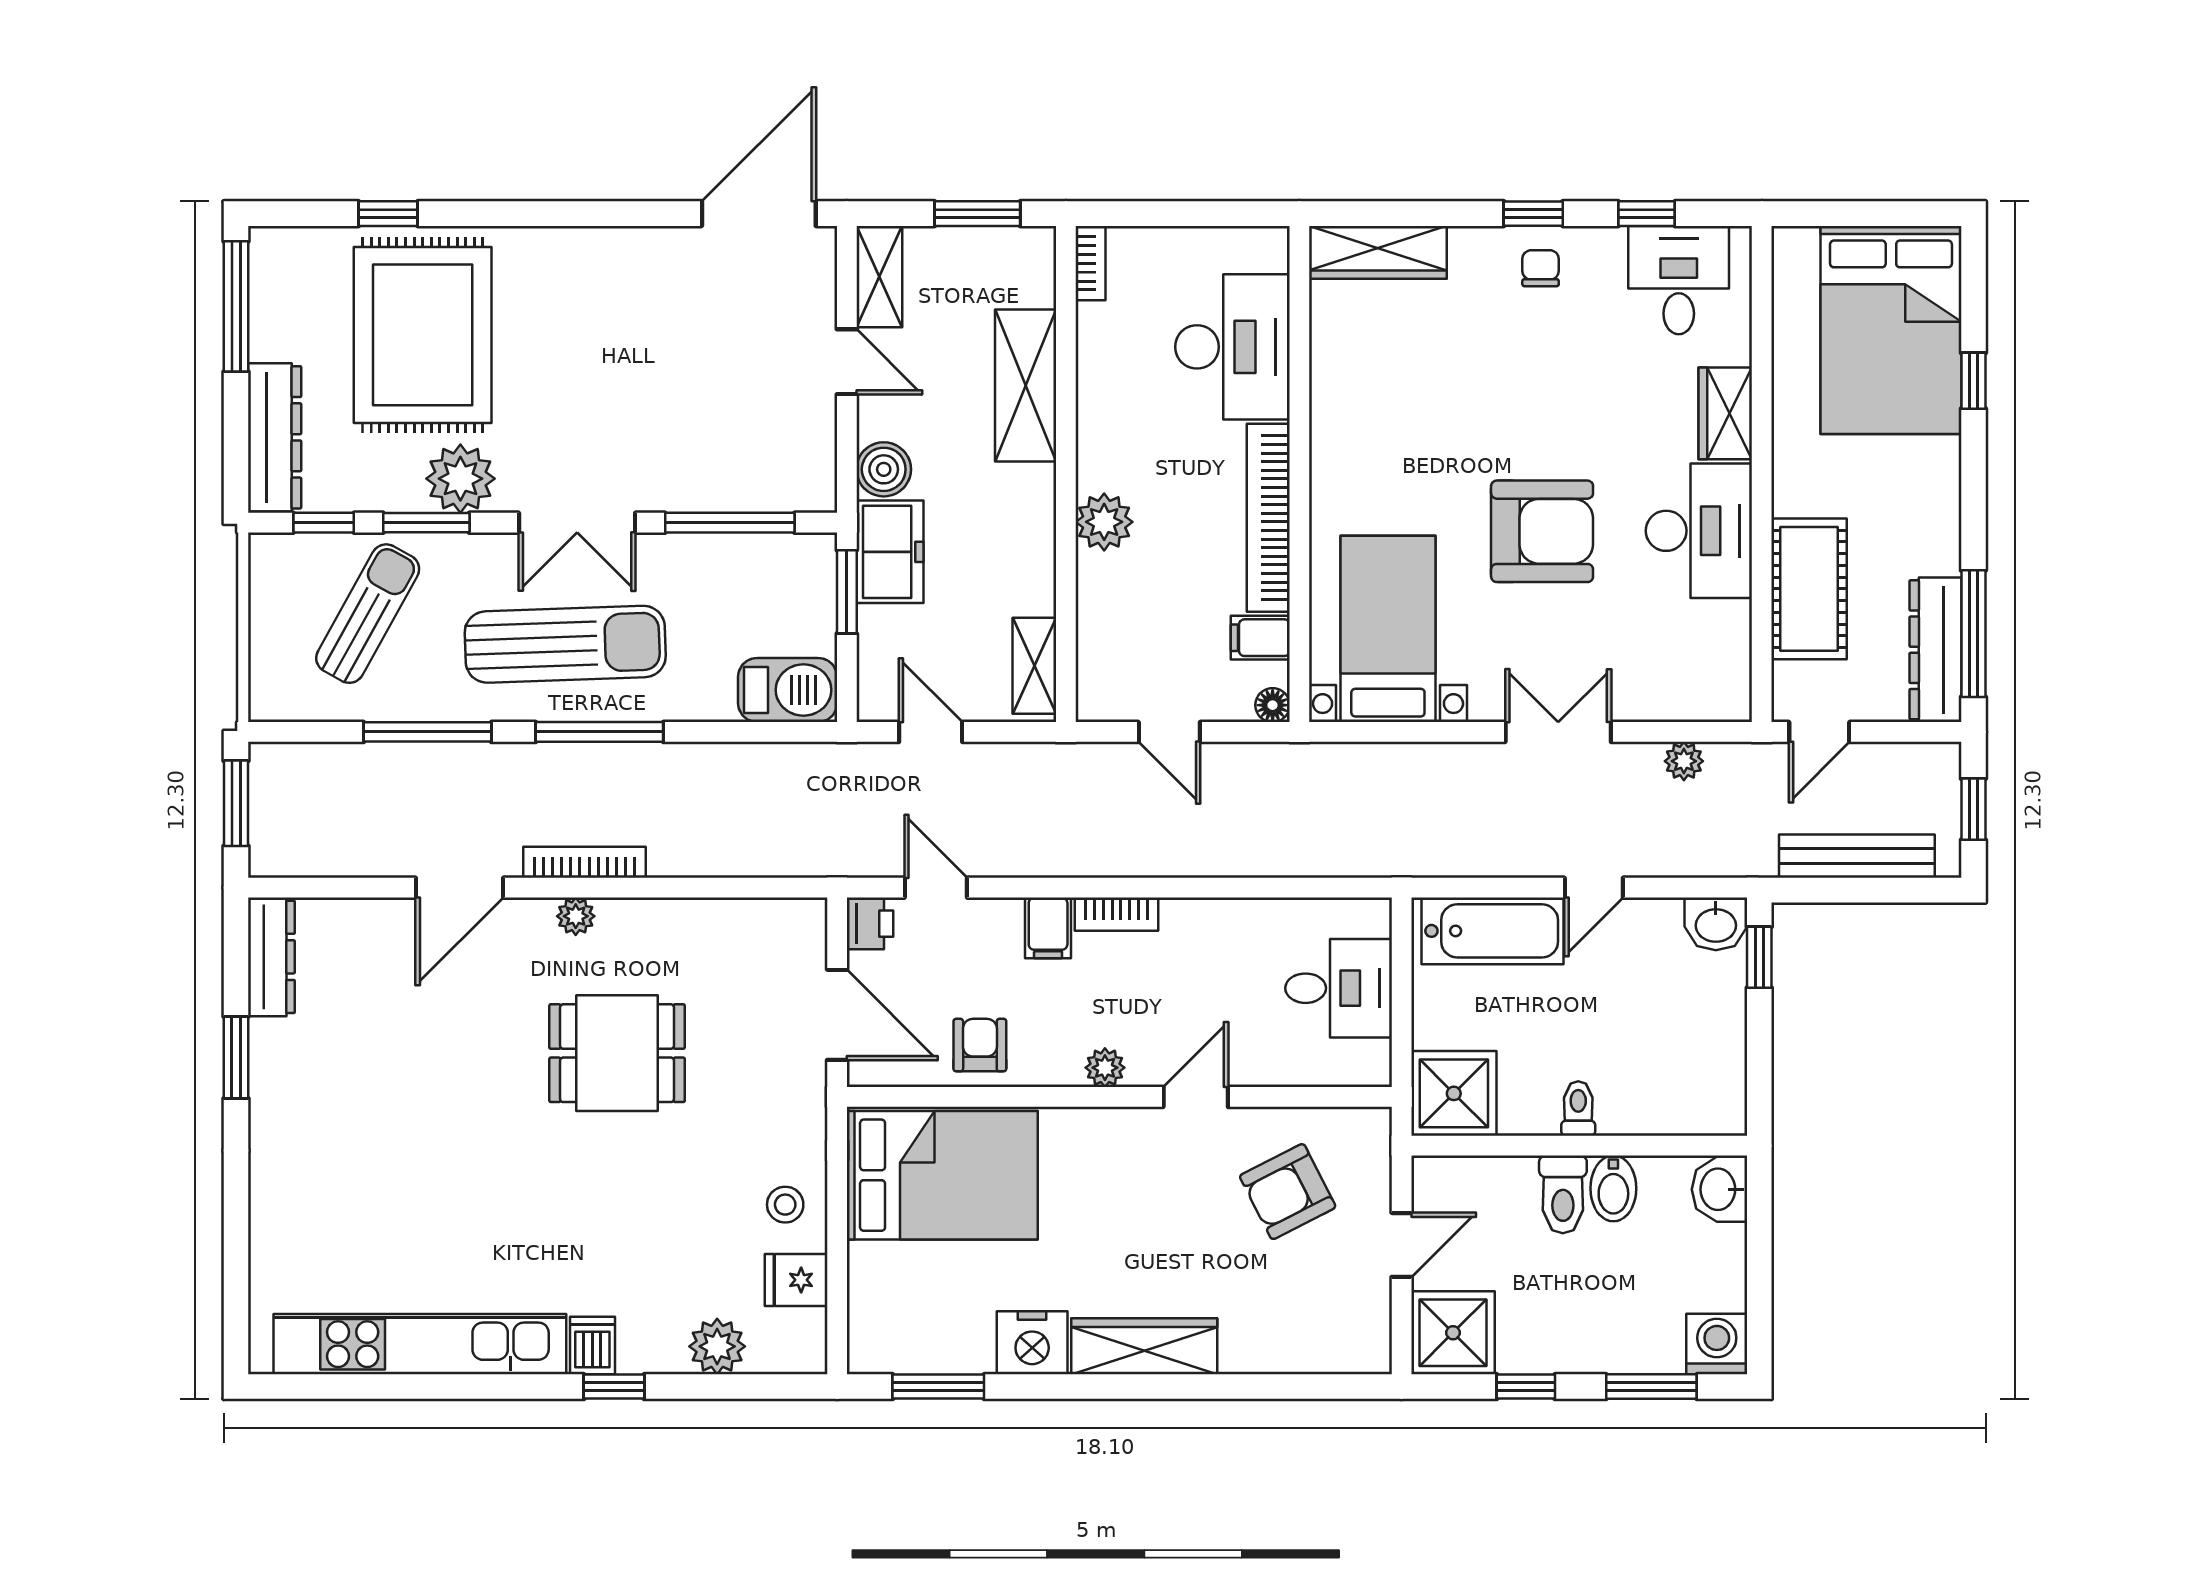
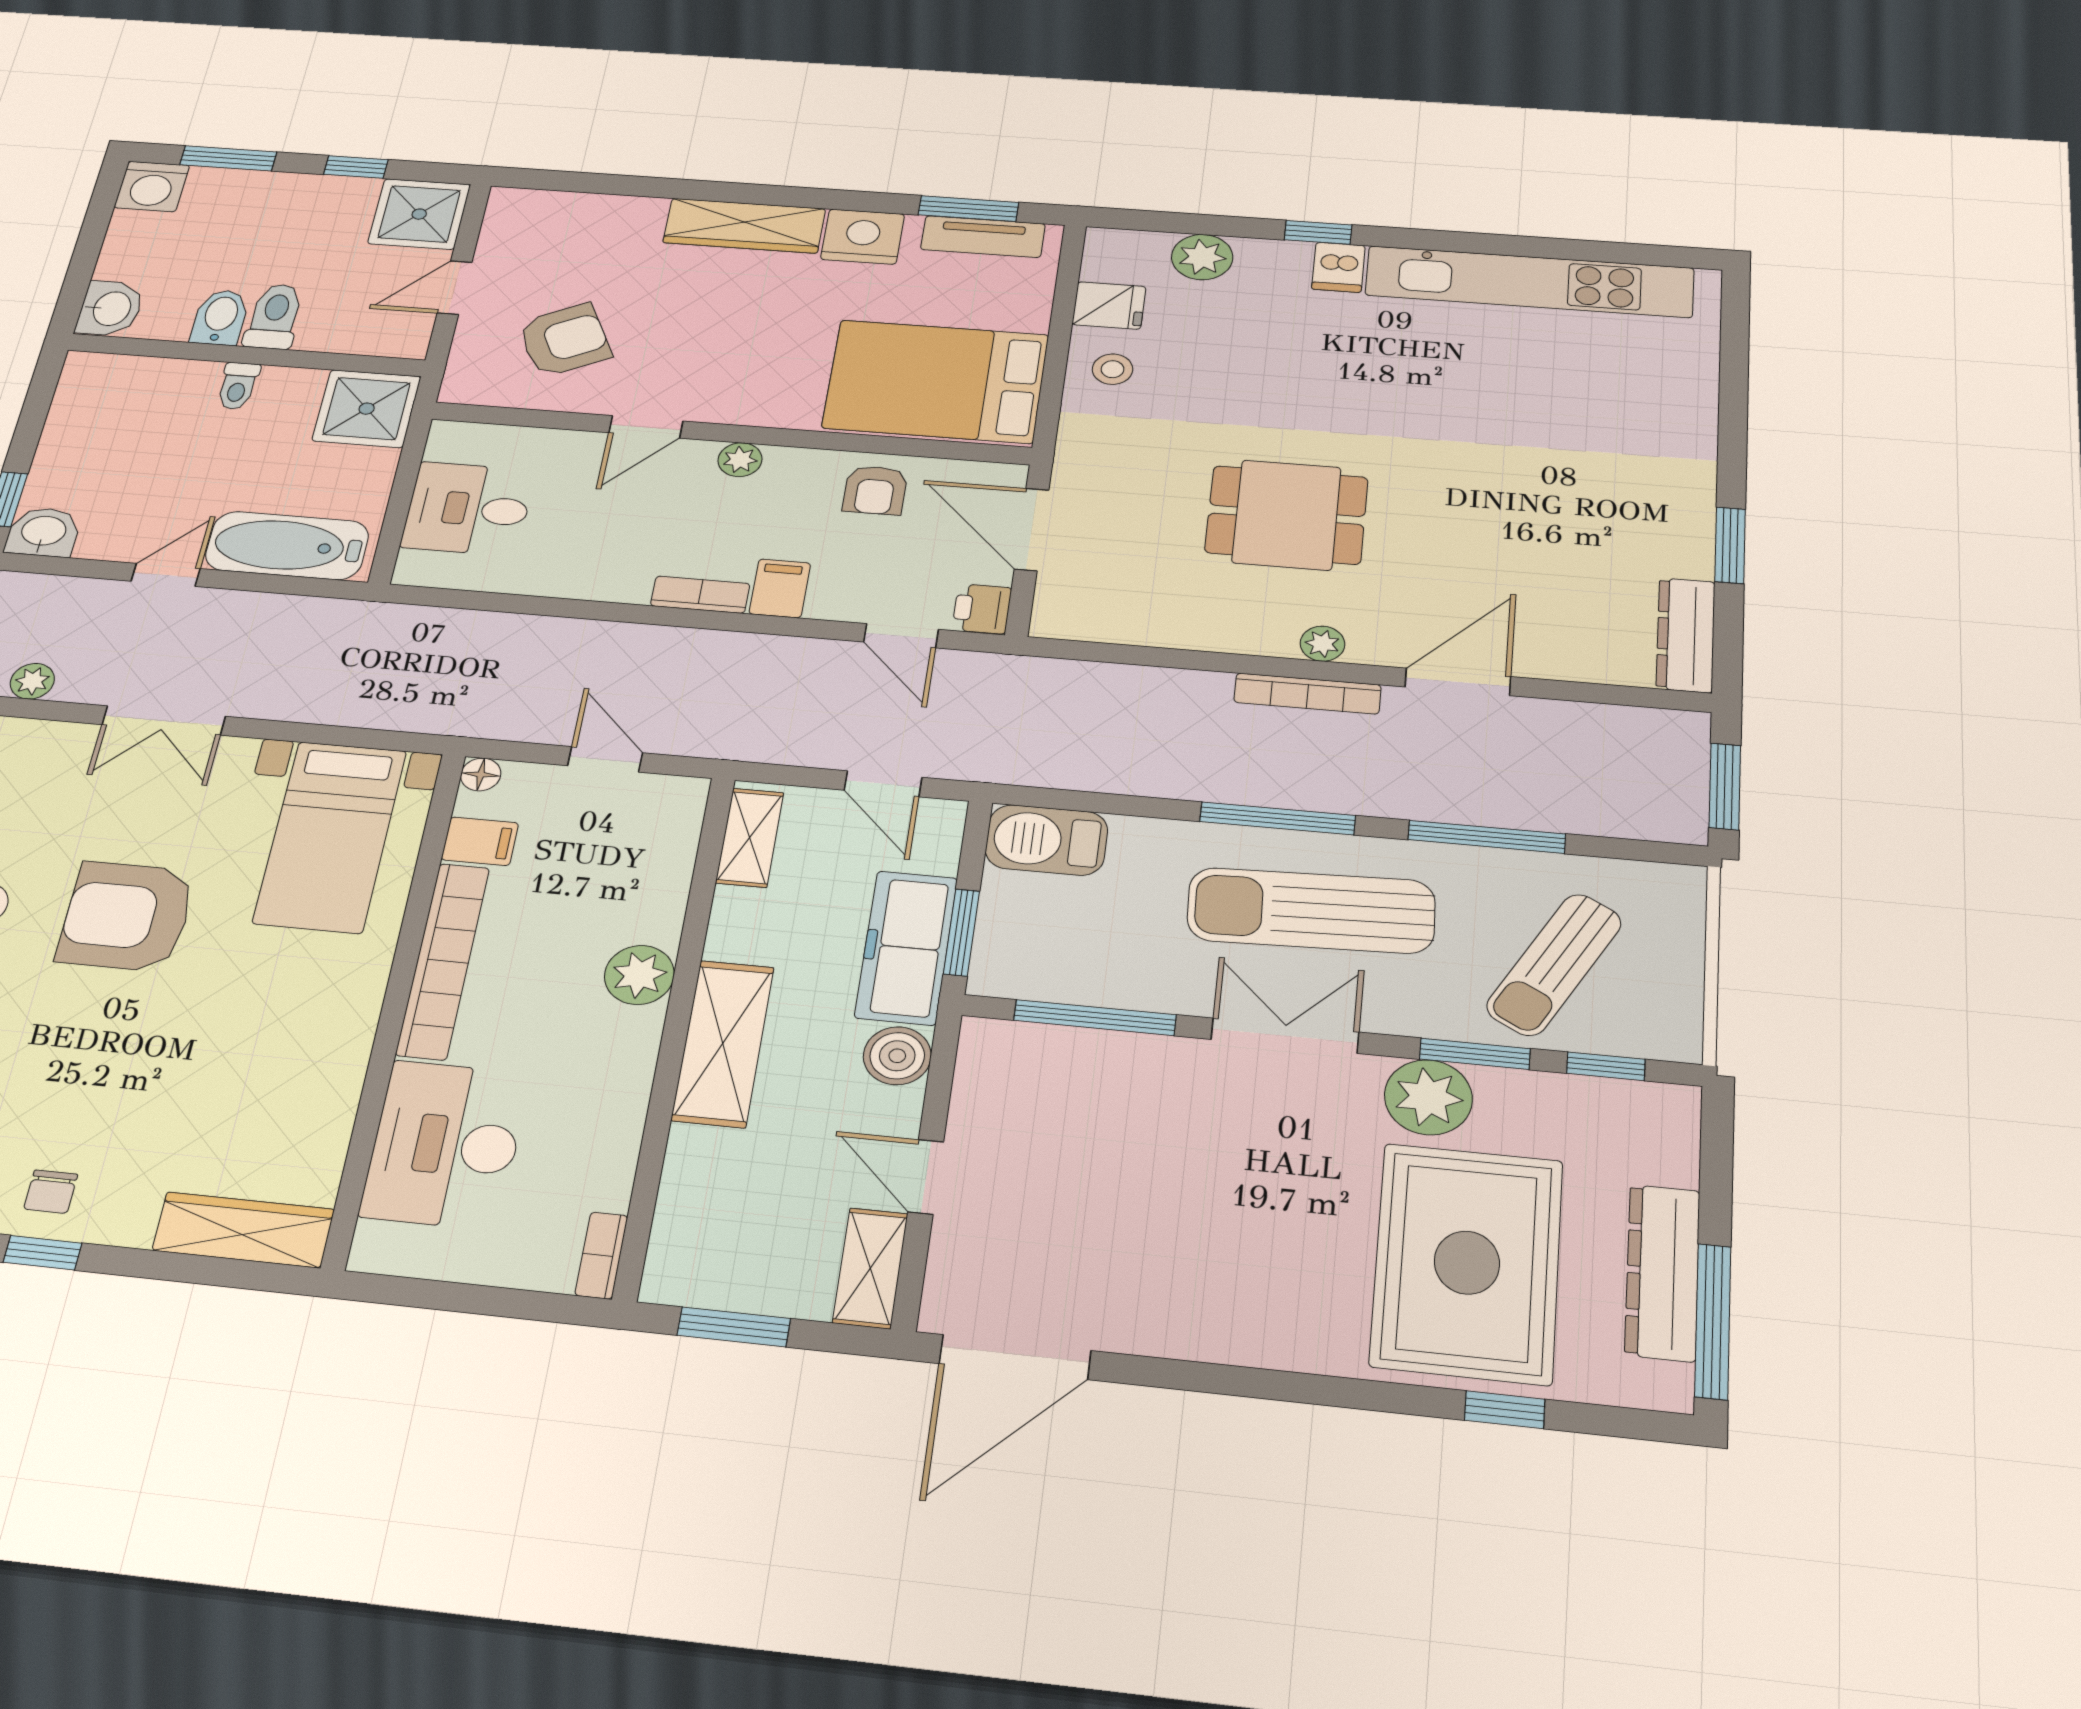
shelving: (1026, 386) -> (723, 1043), moved
dresser: (275, 437) -> (1663, 1272), moved
freezer: (890, 552) -> (906, 947), width x1.40
tv unit: (921, 1353) -> (983, 237), added

